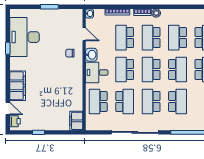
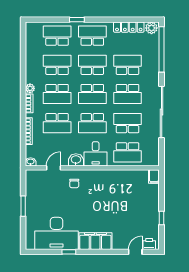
school desk: (178, 38) -> (57, 65), turned 180
filing cabinet: (18, 86) -> (95, 241), moved
filing cabinet: (76, 121) -> (154, 176), width x0.50

